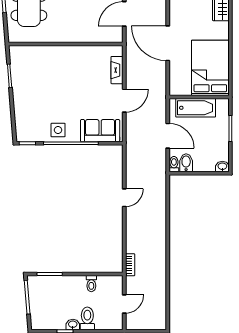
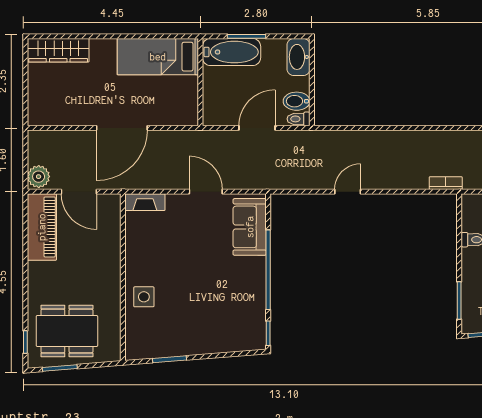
bed: (210, 68) -> (158, 57), width x0.67
fireplace: (117, 70) -> (145, 202), moved
bathtub: (196, 108) -> (231, 52), moved, turned 90
side table: (58, 130) -> (144, 297), moved
washbasin: (222, 167) -> (299, 57), width x1.91, depth x1.45
door: (124, 198) -> (348, 192), hinge flipped

